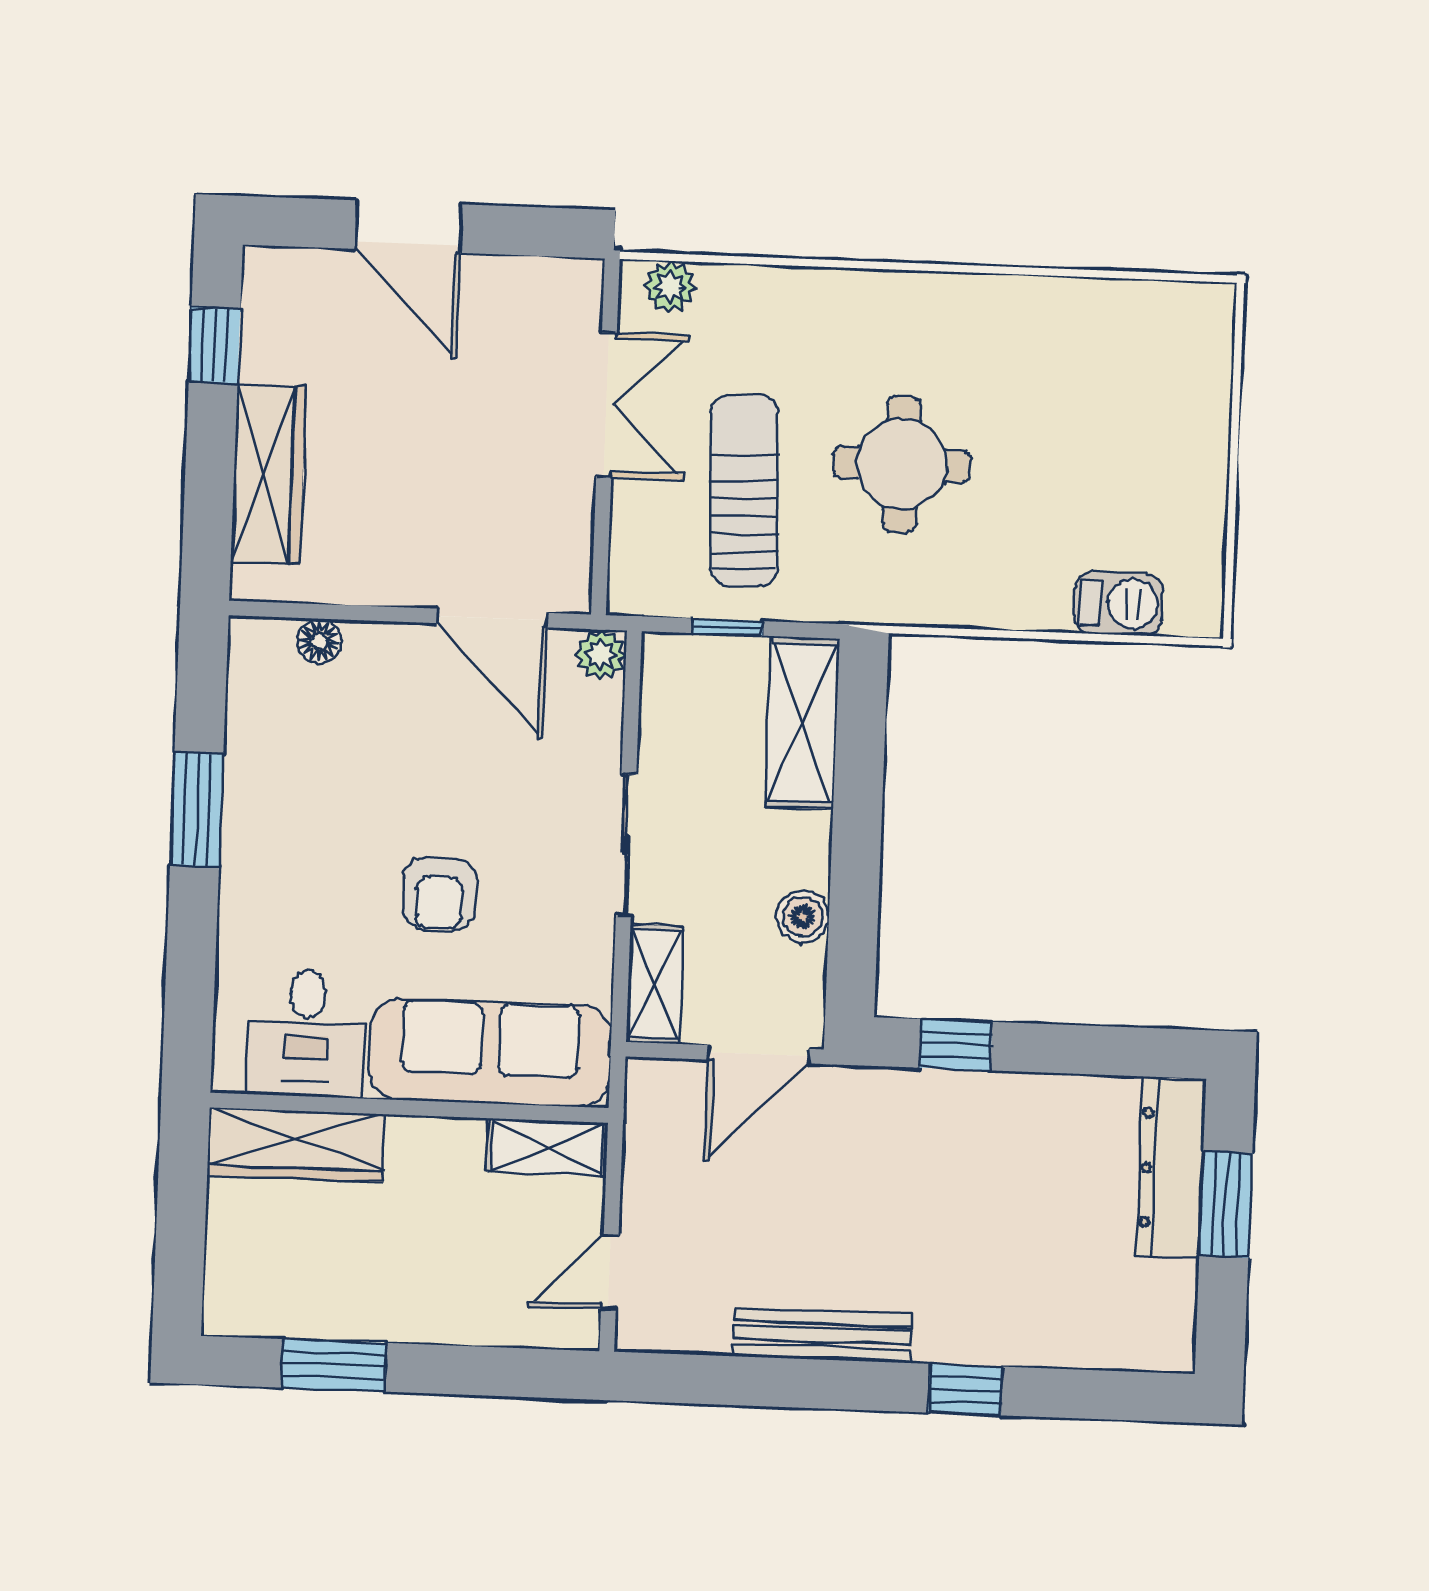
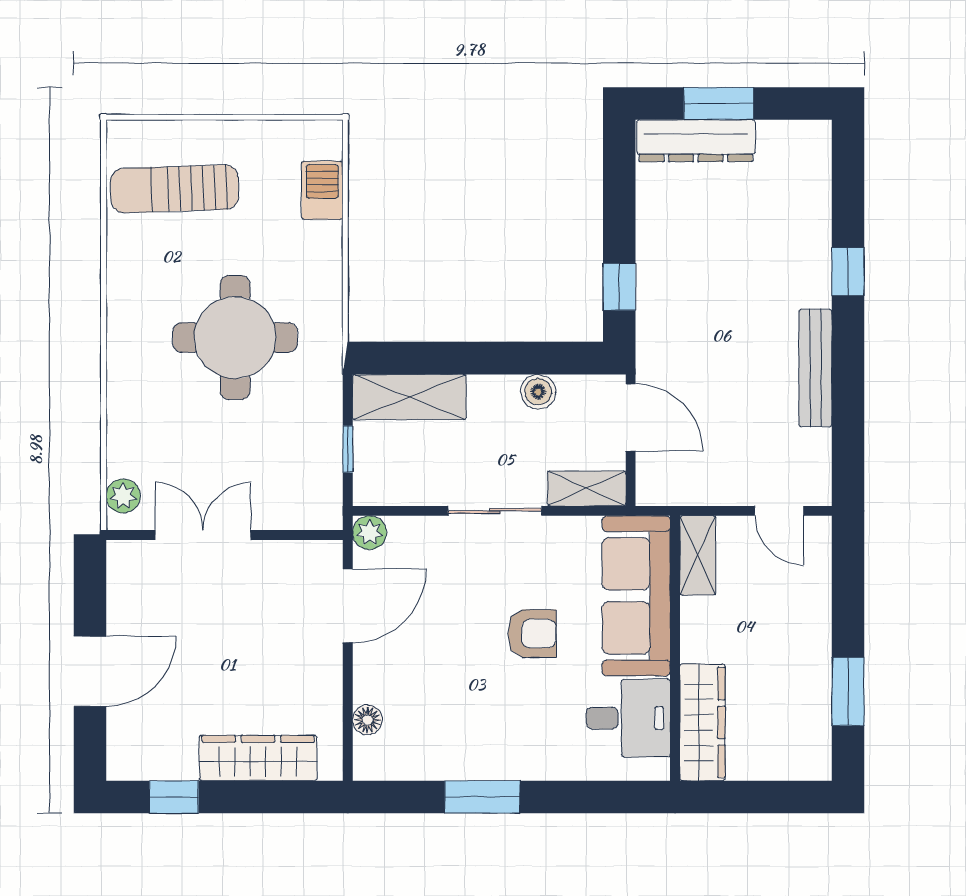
round table: (902, 464) -> (235, 337), width x1.36, depth x1.36
sun lounger: (744, 490) -> (175, 189), moved

